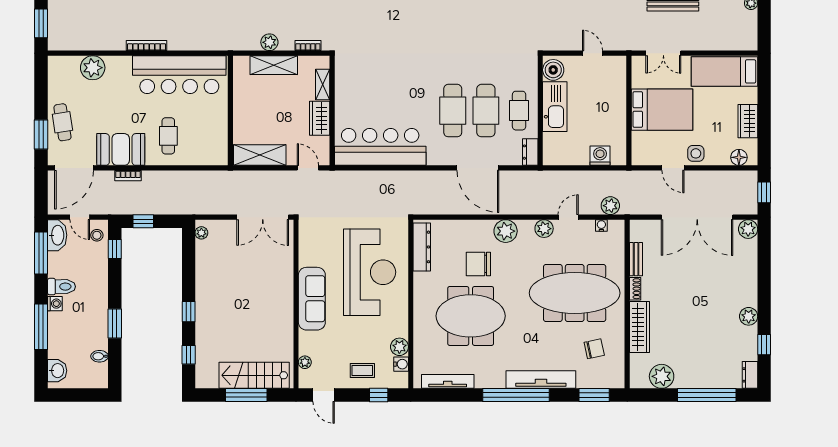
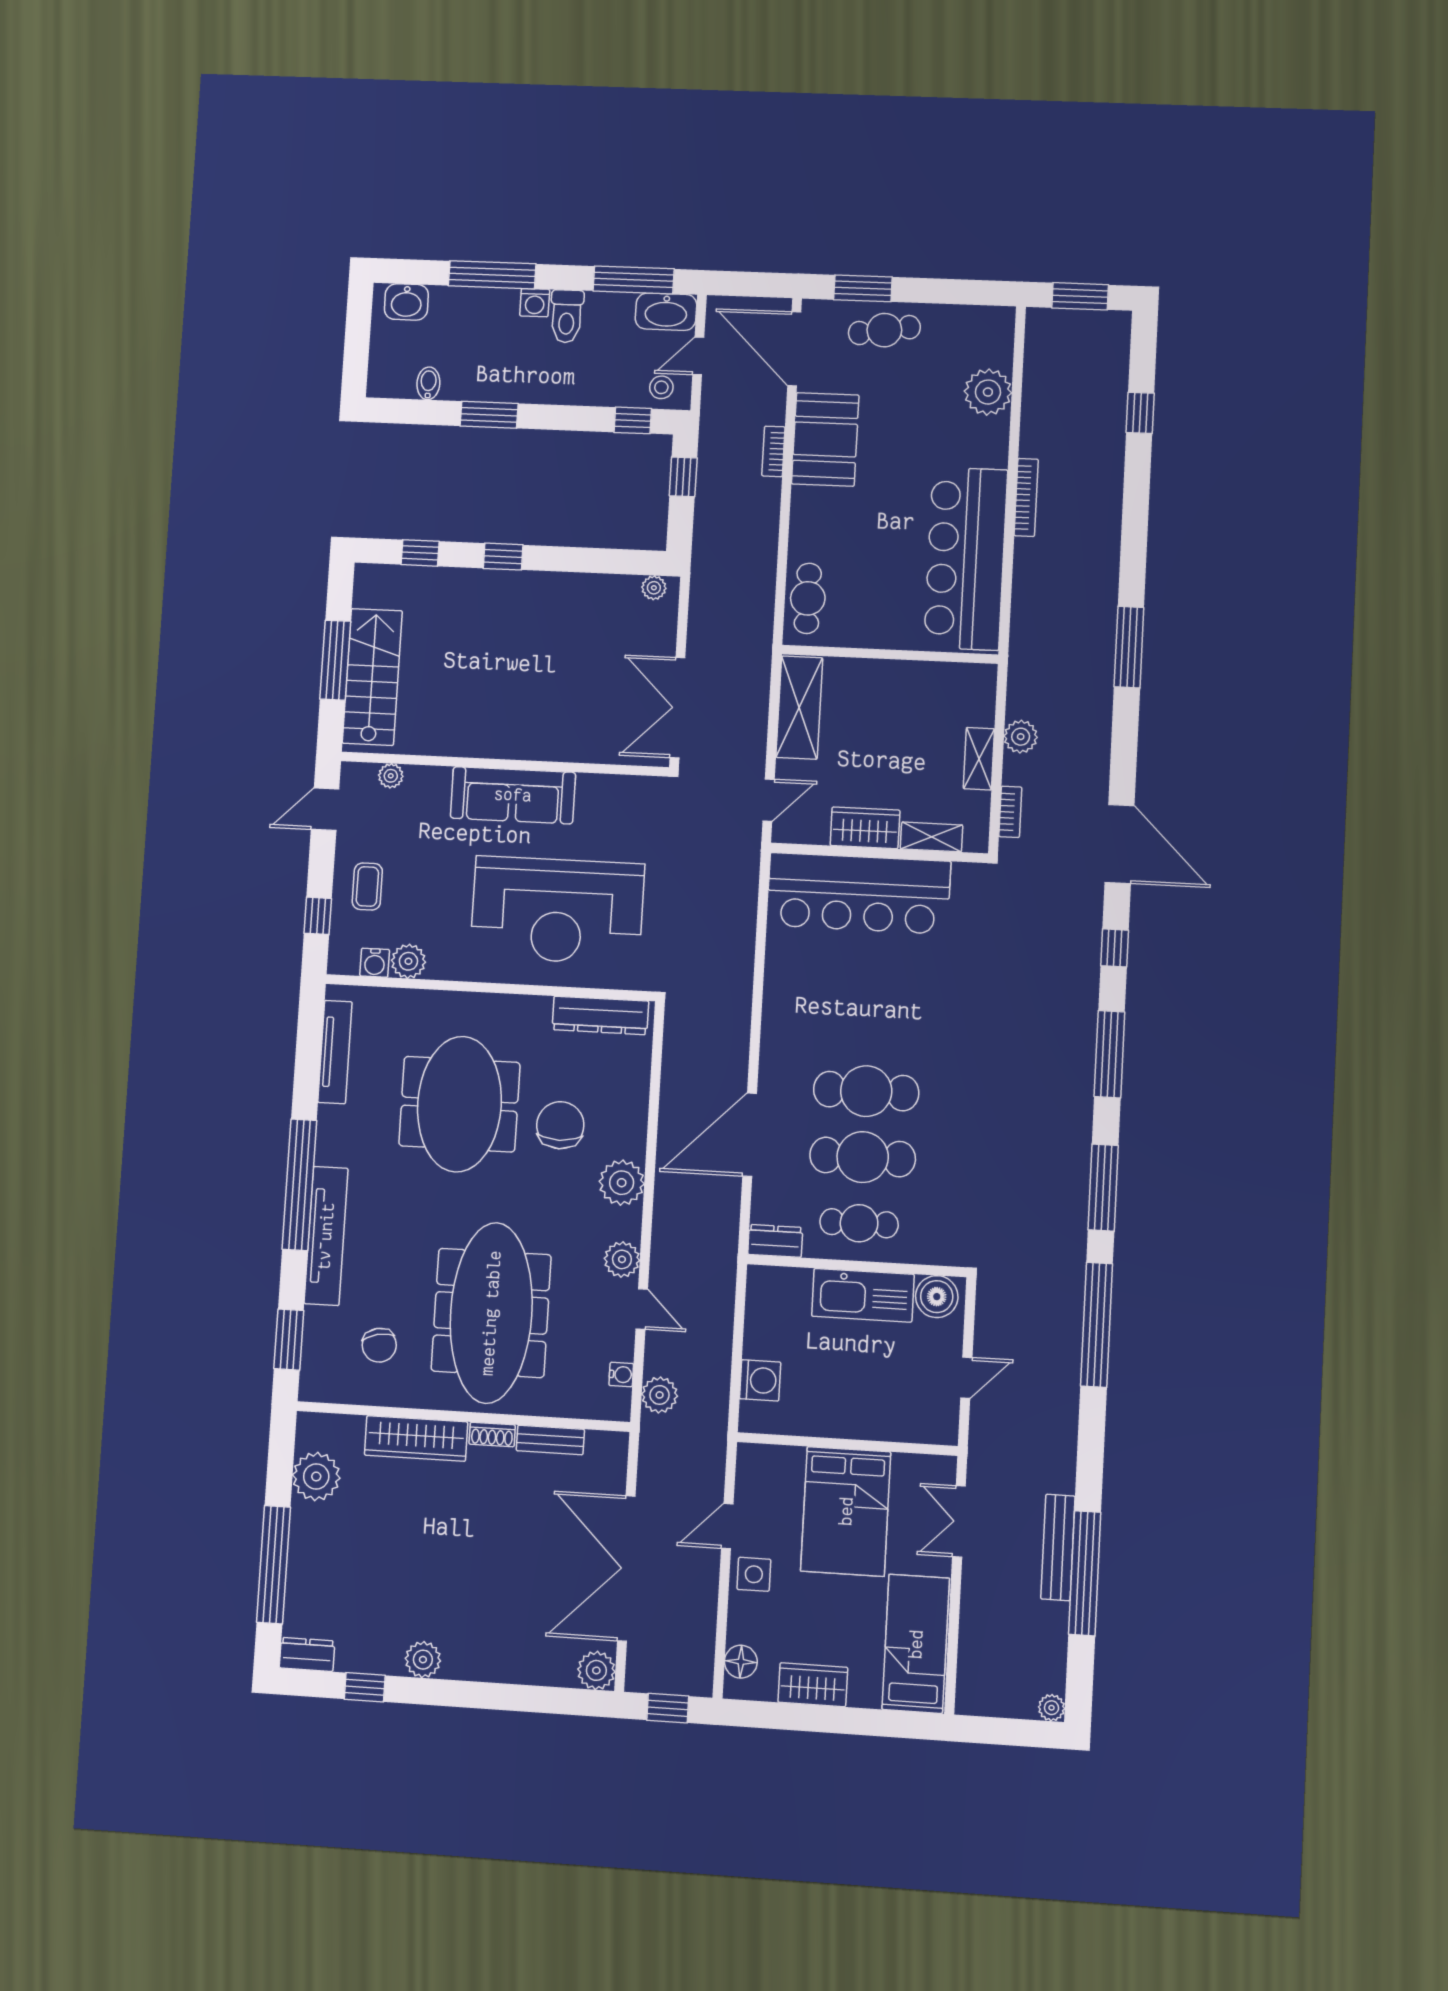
shelving: (274, 65) -> (979, 759), width x0.67, depth x0.75
cafe table: (168, 136) -> (808, 598), moved, turned 90
bar counter: (380, 147) -> (859, 893), moved, turned 90

